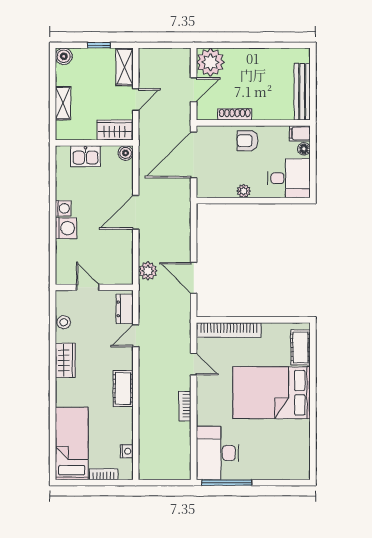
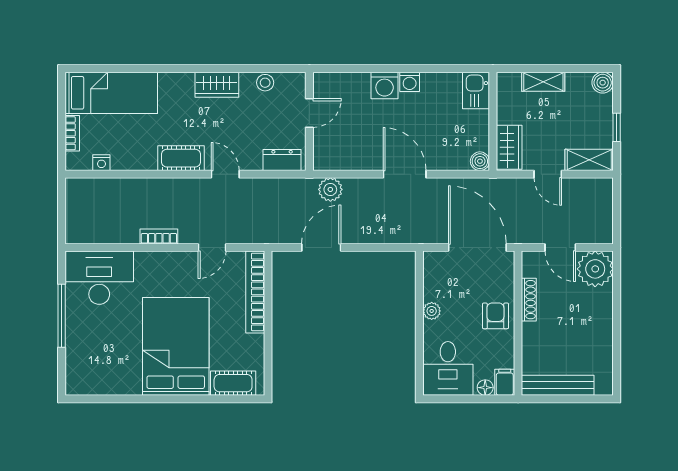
kitchen sink: (85, 156) -> (476, 90), moved
door: (136, 336) -> (225, 174), moved
window: (227, 483) -> (62, 316), moved

